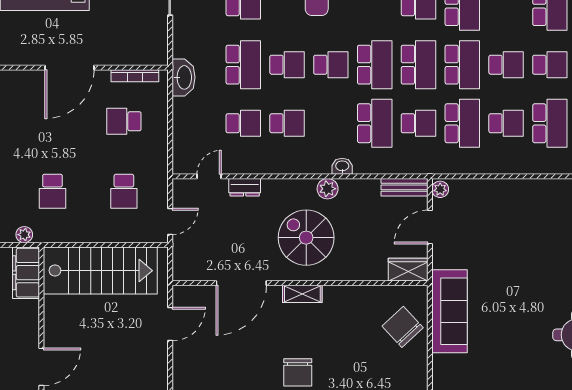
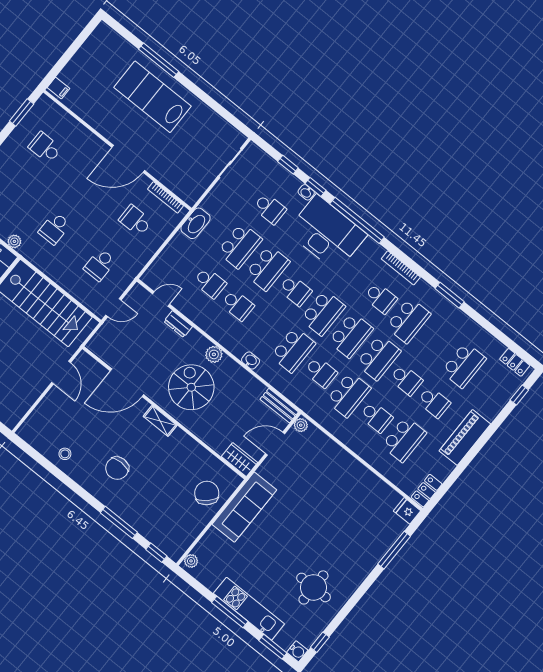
school desk: (287, 65) -> (268, 268), width x1.85
plant: (328, 189) -> (214, 354), moved
door: (170, 324) -> (61, 372), hinge flipped

